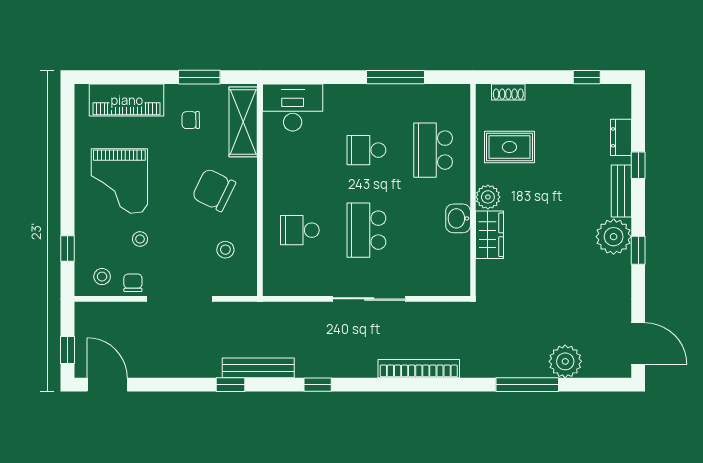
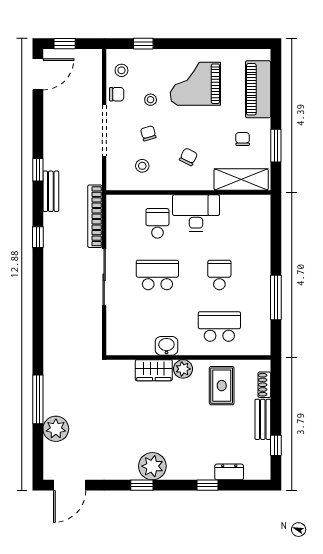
desk: (293, 108) -> (196, 213), moved, turned -90
chair: (214, 190) -> (188, 157), width x0.54, depth x0.54
bench: (621, 191) -> (263, 419), moved, turned 90
chair: (183, 242) -> (148, 133), added
bench: (258, 368) -> (51, 191), width x0.73
bookcase: (419, 369) -> (95, 216), moved, turned 180

